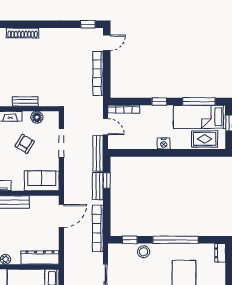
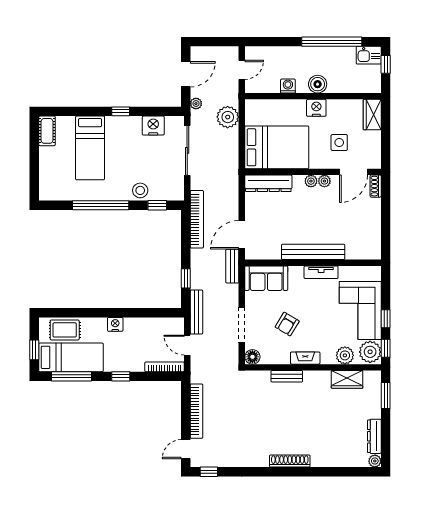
floor lamp: (37, 117) -> (252, 357), moved
bench: (98, 186) -> (232, 266), moved
dresser: (220, 253) -> (45, 189), removed

